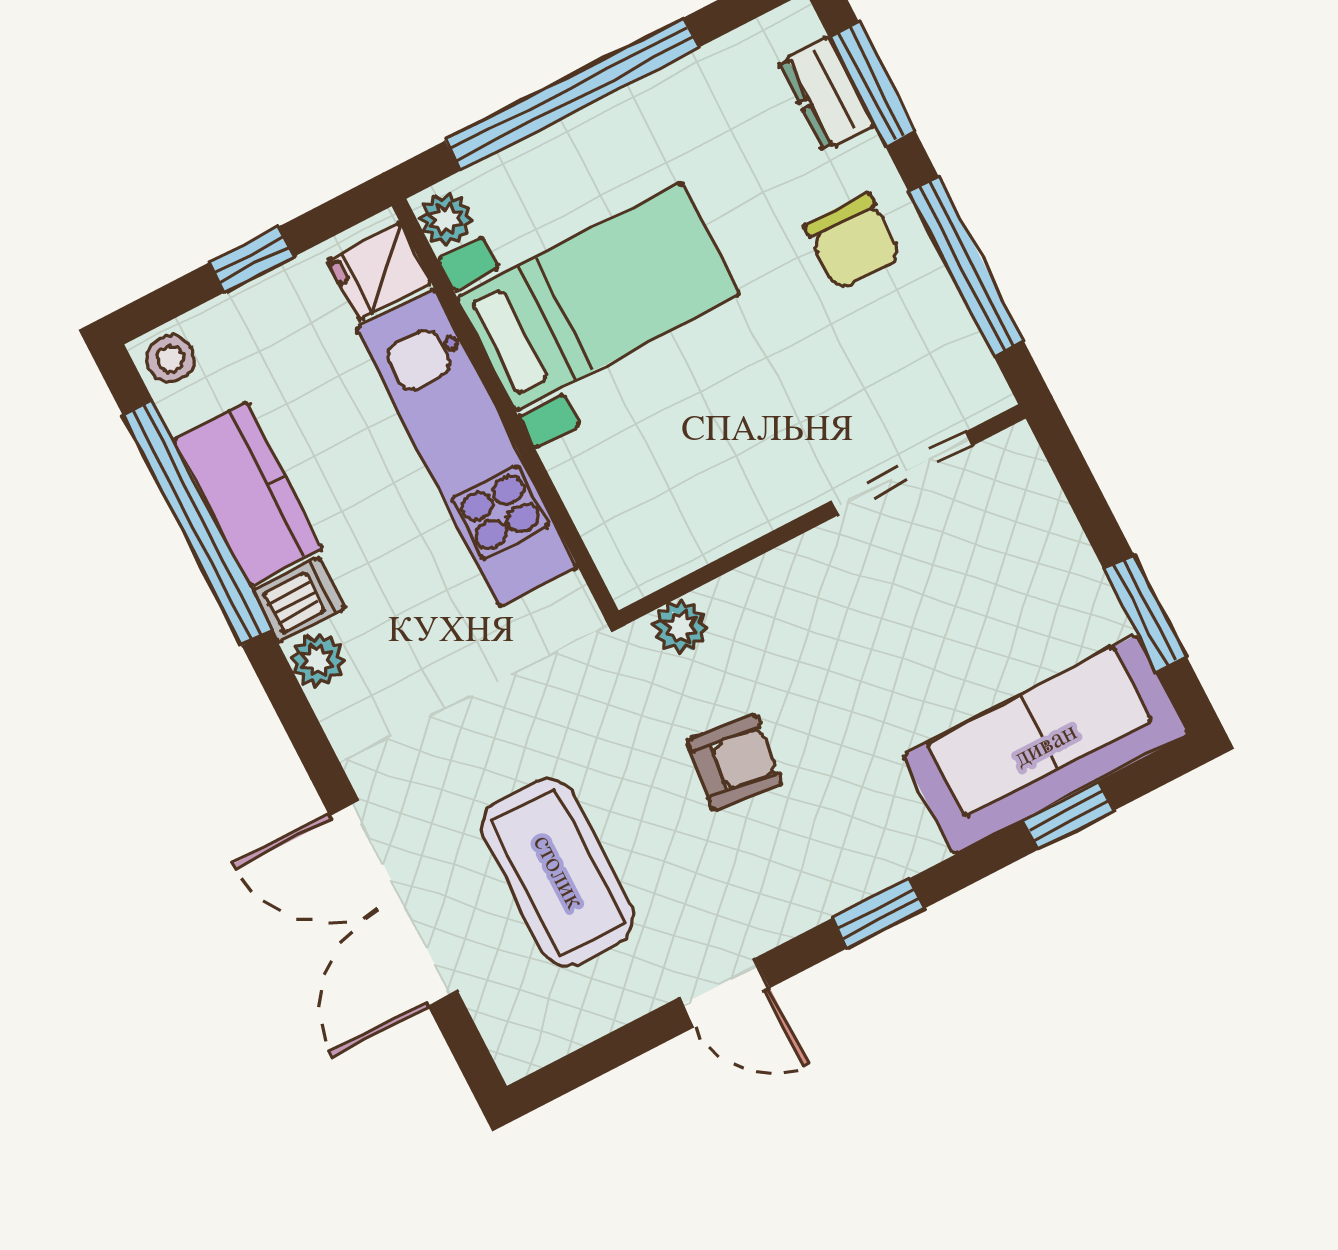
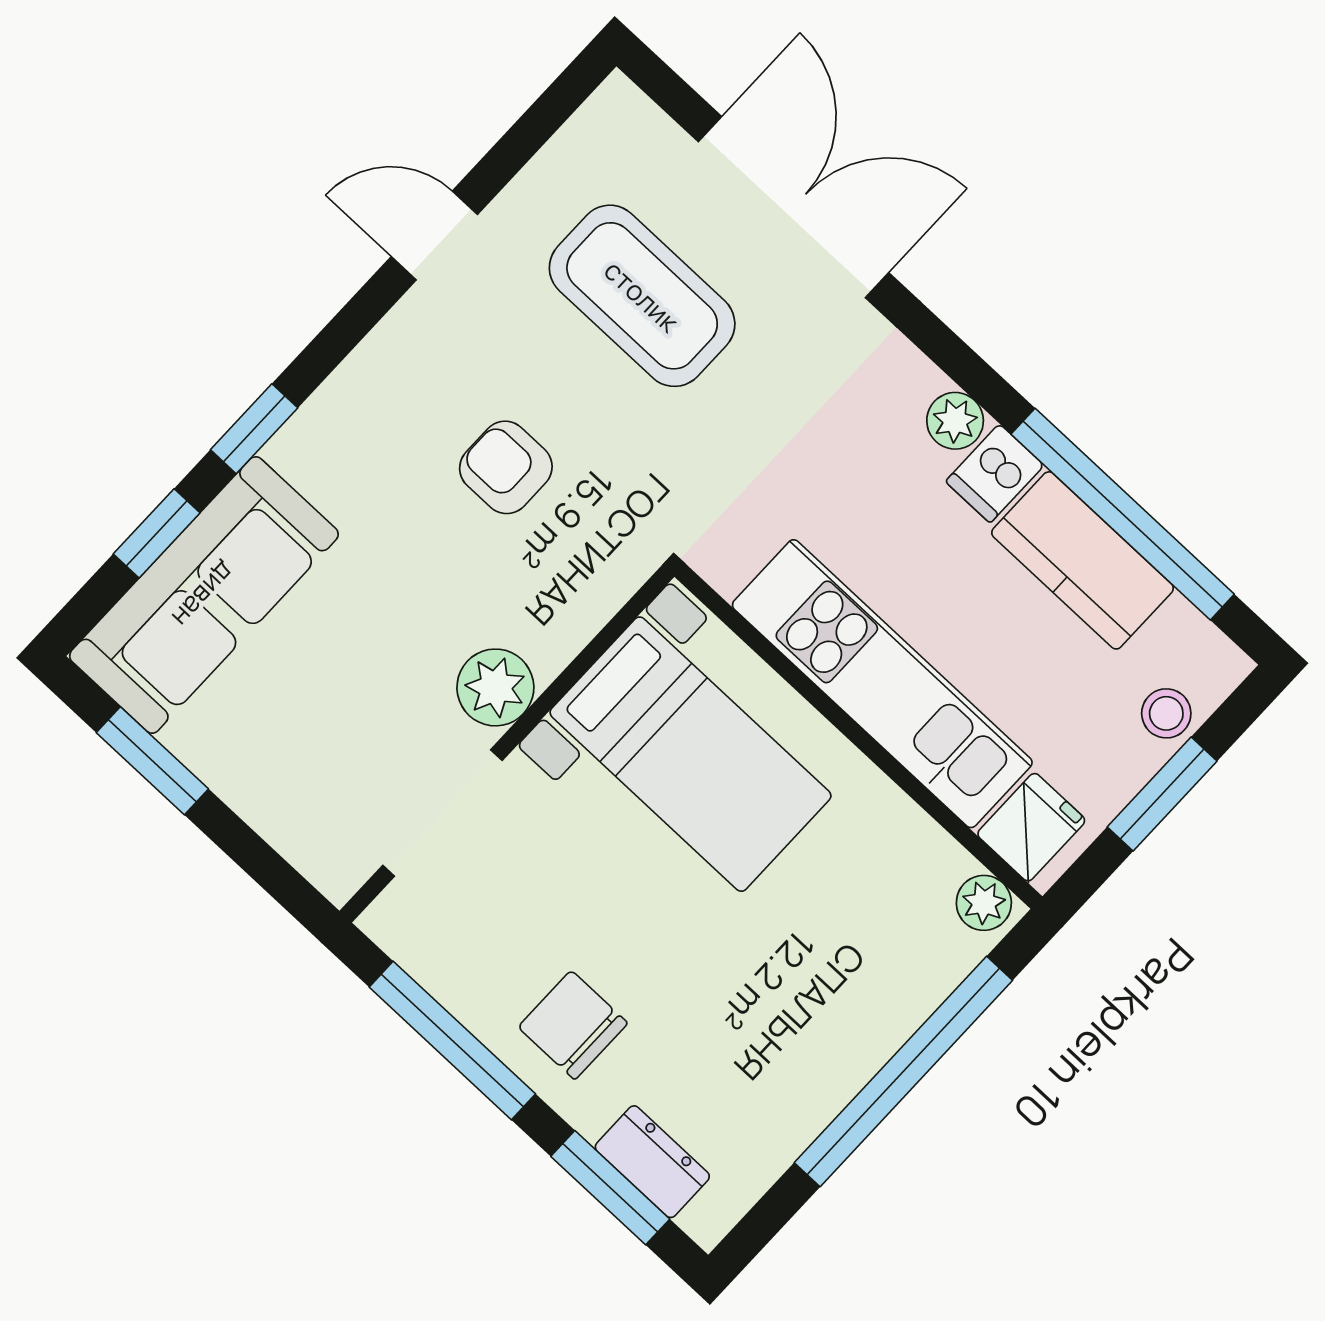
window: (252, 259) -> (1162, 794), width x1.50
bed with nightstands: (598, 296) -> (690, 754), moved, turned -90
stool: (170, 359) -> (1166, 713), moved
plant: (680, 627) -> (495, 687), moved, width x1.38, depth x1.38
armchair: (734, 762) -> (506, 467), turned 83
window: (878, 913) -> (254, 429), moved

